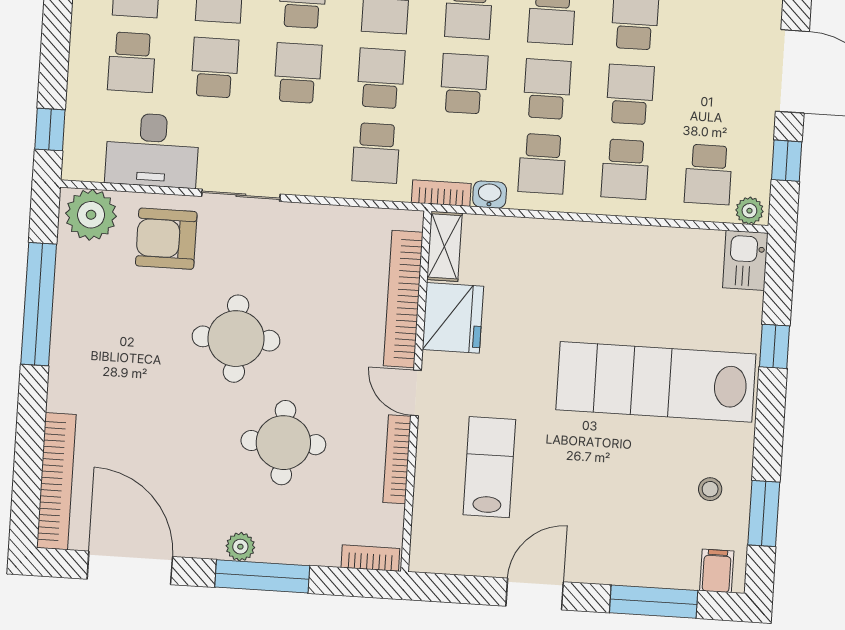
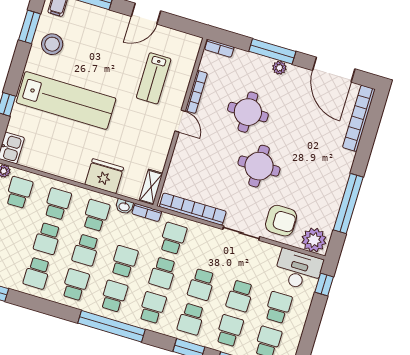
school desk: (464, 84) -> (124, 261), turned 180
desk: (152, 150) -> (298, 270), moved
bookcase: (403, 299) -> (193, 209), moved, turned -90
fridge: (453, 318) -> (104, 176), moved, turned 90
stool: (710, 489) -> (52, 44), width x1.89, depth x1.89

